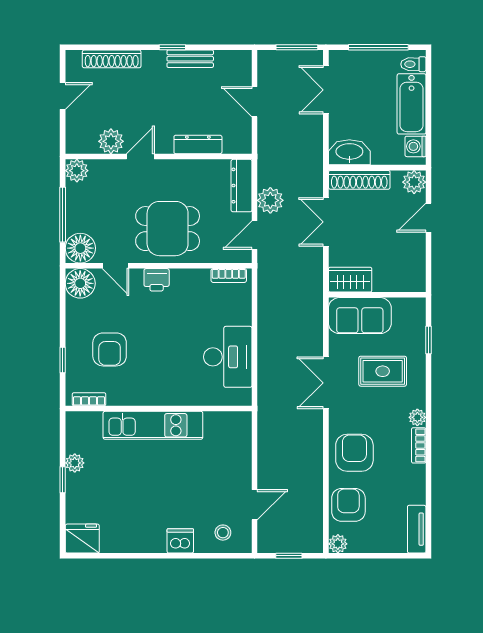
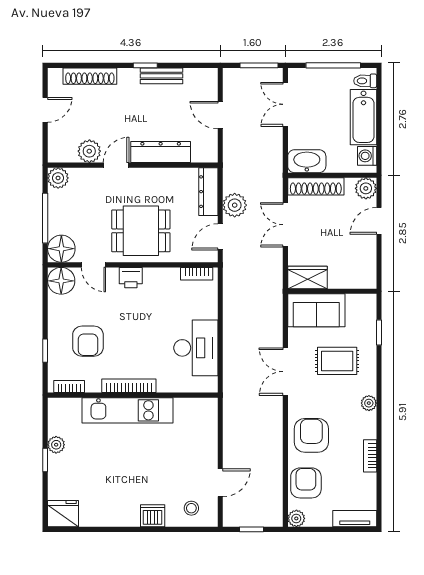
dresser: (198, 144) -> (161, 152), width x1.37, depth x1.24
bookcase: (154, 398) -> (129, 386), added
bookcase: (419, 445) -> (370, 456), moved
tv unit: (417, 529) -> (355, 519), moved, turned 90

